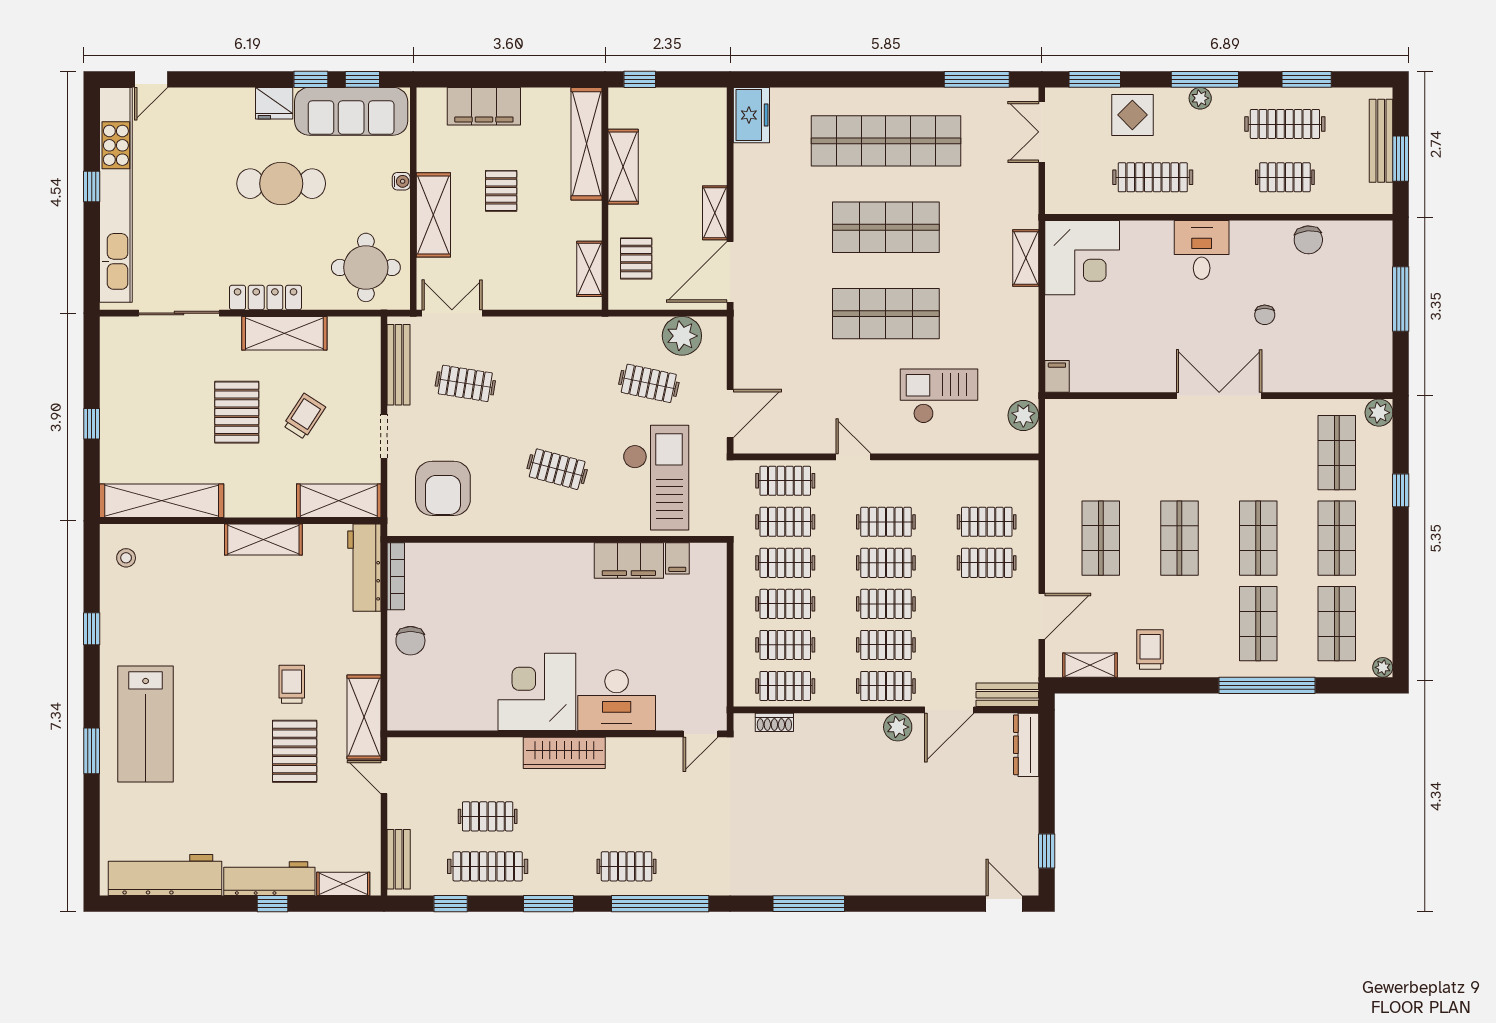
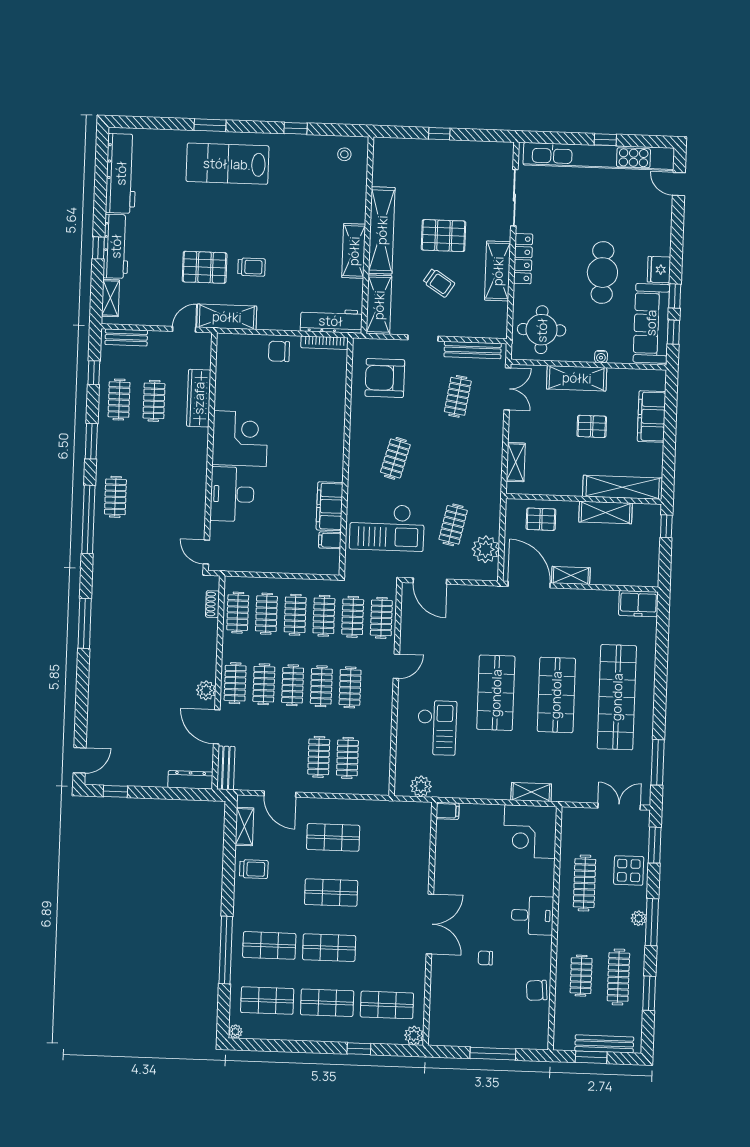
shelving: (589, 269) -> (516, 462), moved, turned 90
shelving: (162, 501) -> (382, 230), moved
wardrobe: (564, 753) -> (199, 398), moved
clothes rail: (488, 866) -> (119, 400), width x0.73

